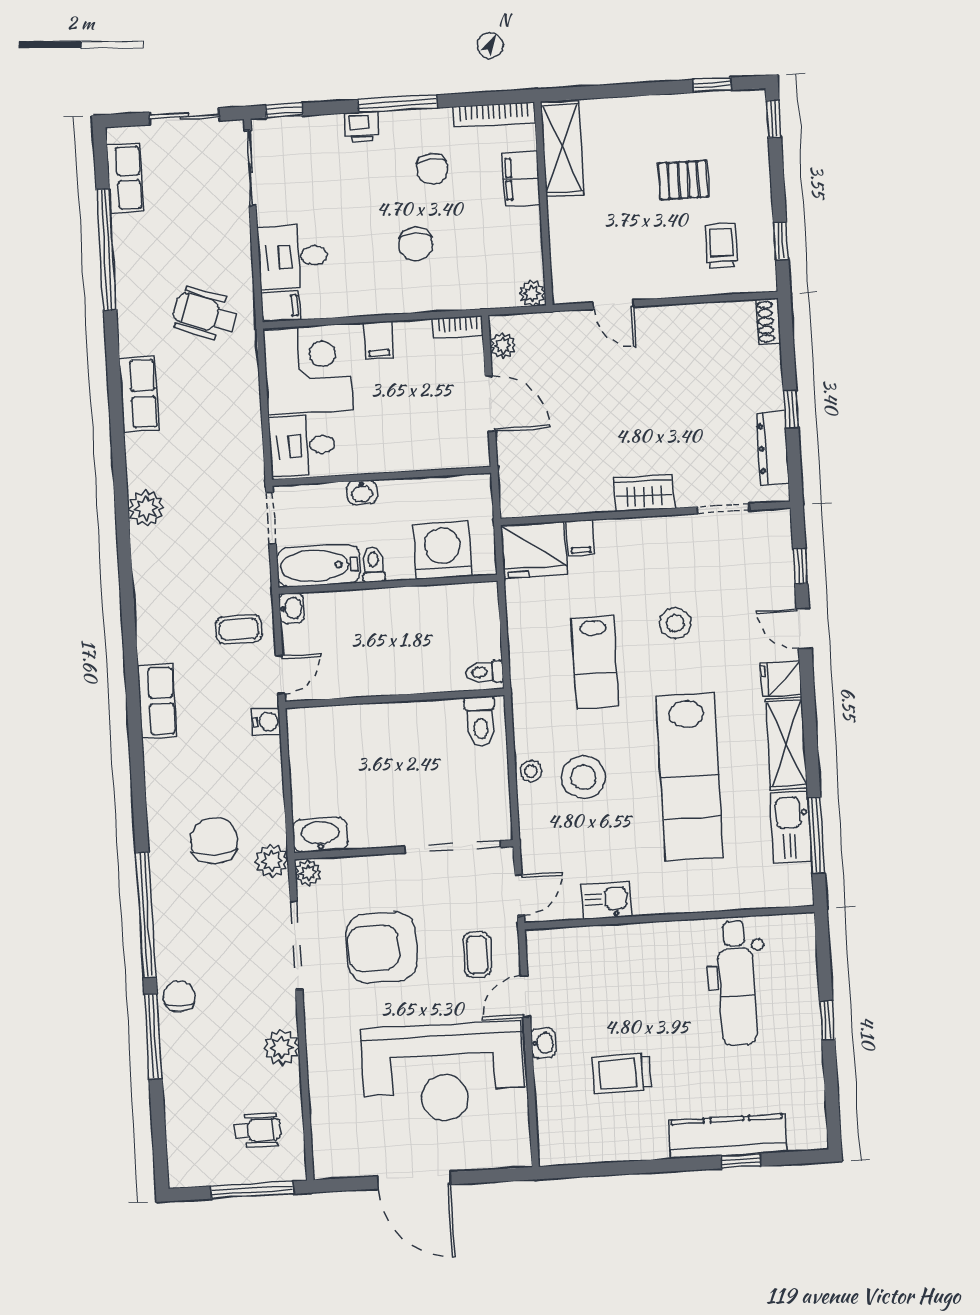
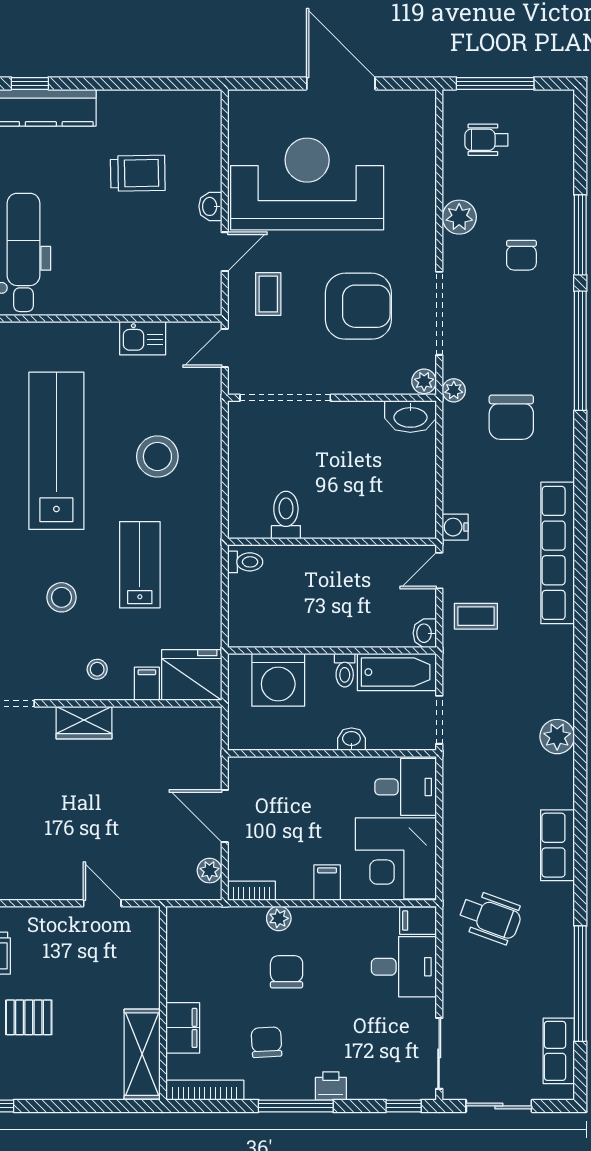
plant: (532, 293) -> (279, 918), moved
row of seats: (157, 701) -> (558, 553), width x2.02
toilet: (480, 722) -> (286, 515), moved
stool: (531, 771) -> (97, 669), moved
plant: (271, 861) -> (454, 390), width x0.73, depth x0.73
chair: (179, 996) -> (521, 255), moved

